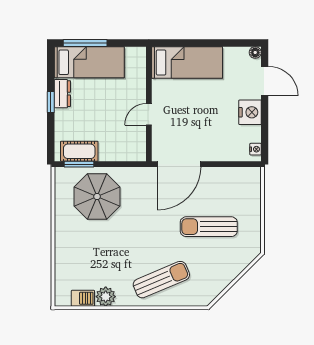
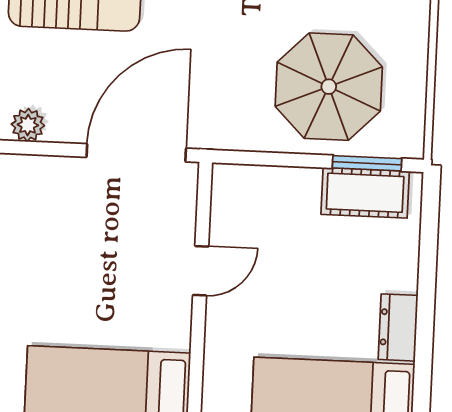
window: (51, 102) -> (426, 309), removed
plant: (227, 174) -> (28, 125), added

